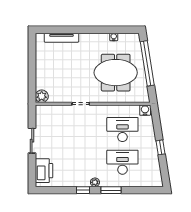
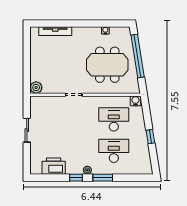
printer: (44, 171) -> (54, 166), moved, turned -90

